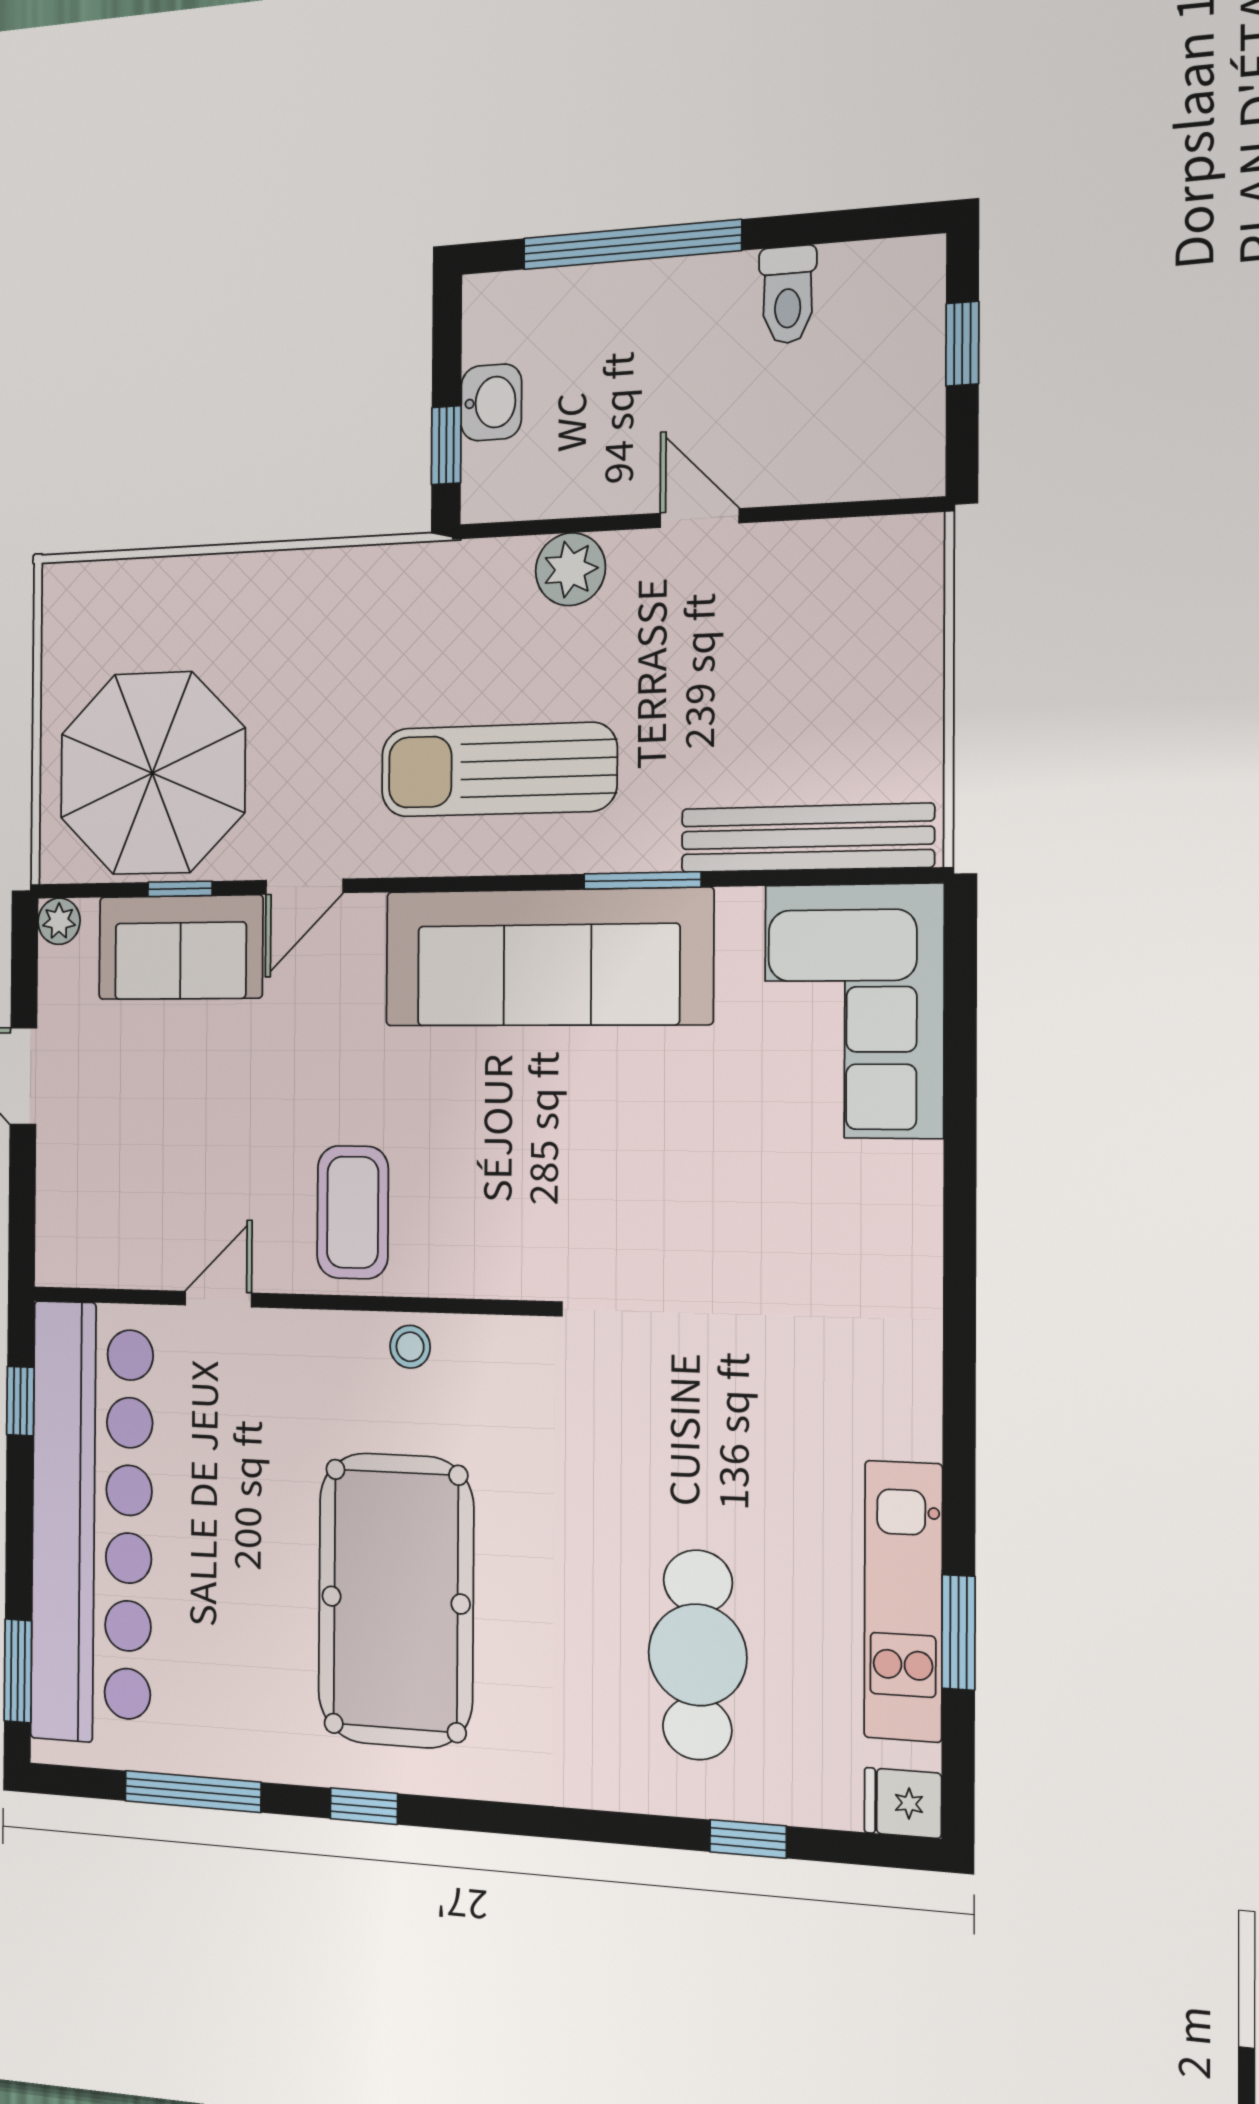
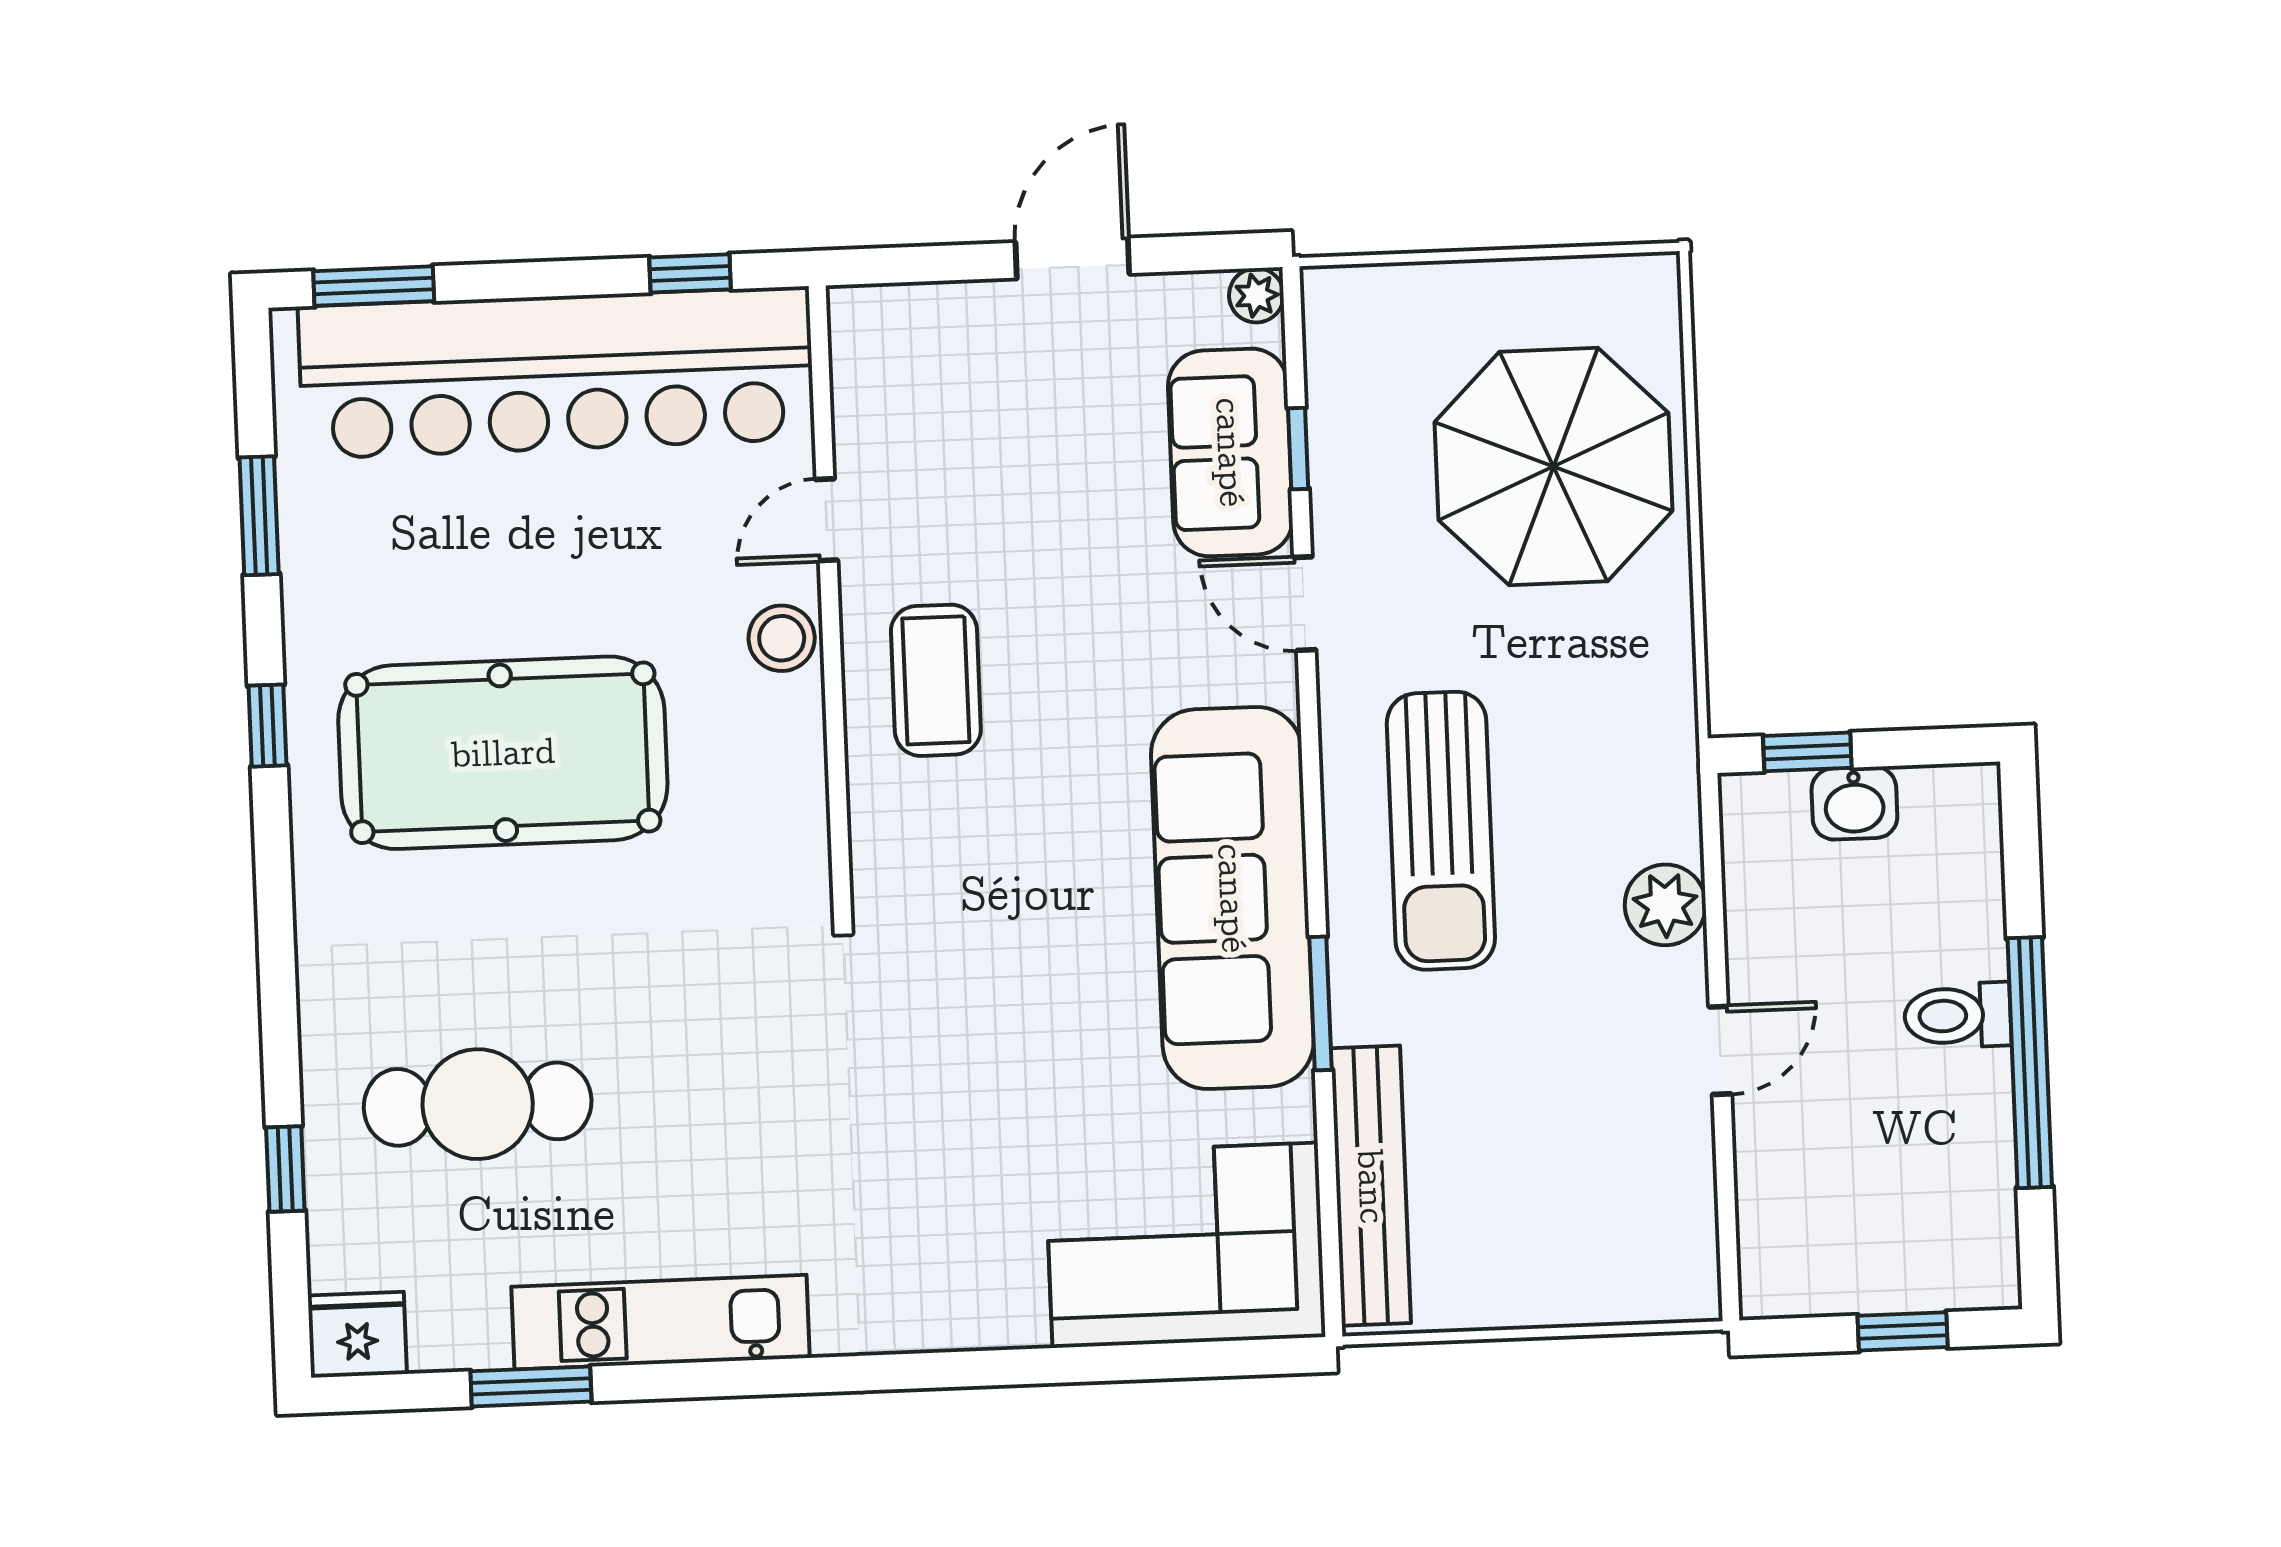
window: (632, 244) -> (2030, 1063), moved
toilet: (788, 295) -> (1958, 1015), moved
sun lounger: (498, 770) -> (1441, 831), turned 180
parasol: (152, 773) -> (1554, 467), moved
coffee table: (353, 1212) -> (936, 680), turned 90
door: (218, 1299) -> (827, 520), swing flipped
stool: (410, 1347) -> (782, 638), moved, width x1.37, depth x1.37
kitchen unit: (903, 1601) -> (660, 1322), moved
window: (193, 1792) -> (259, 516), width x0.69
fridge: (903, 1803) -> (357, 1335), width x1.38

